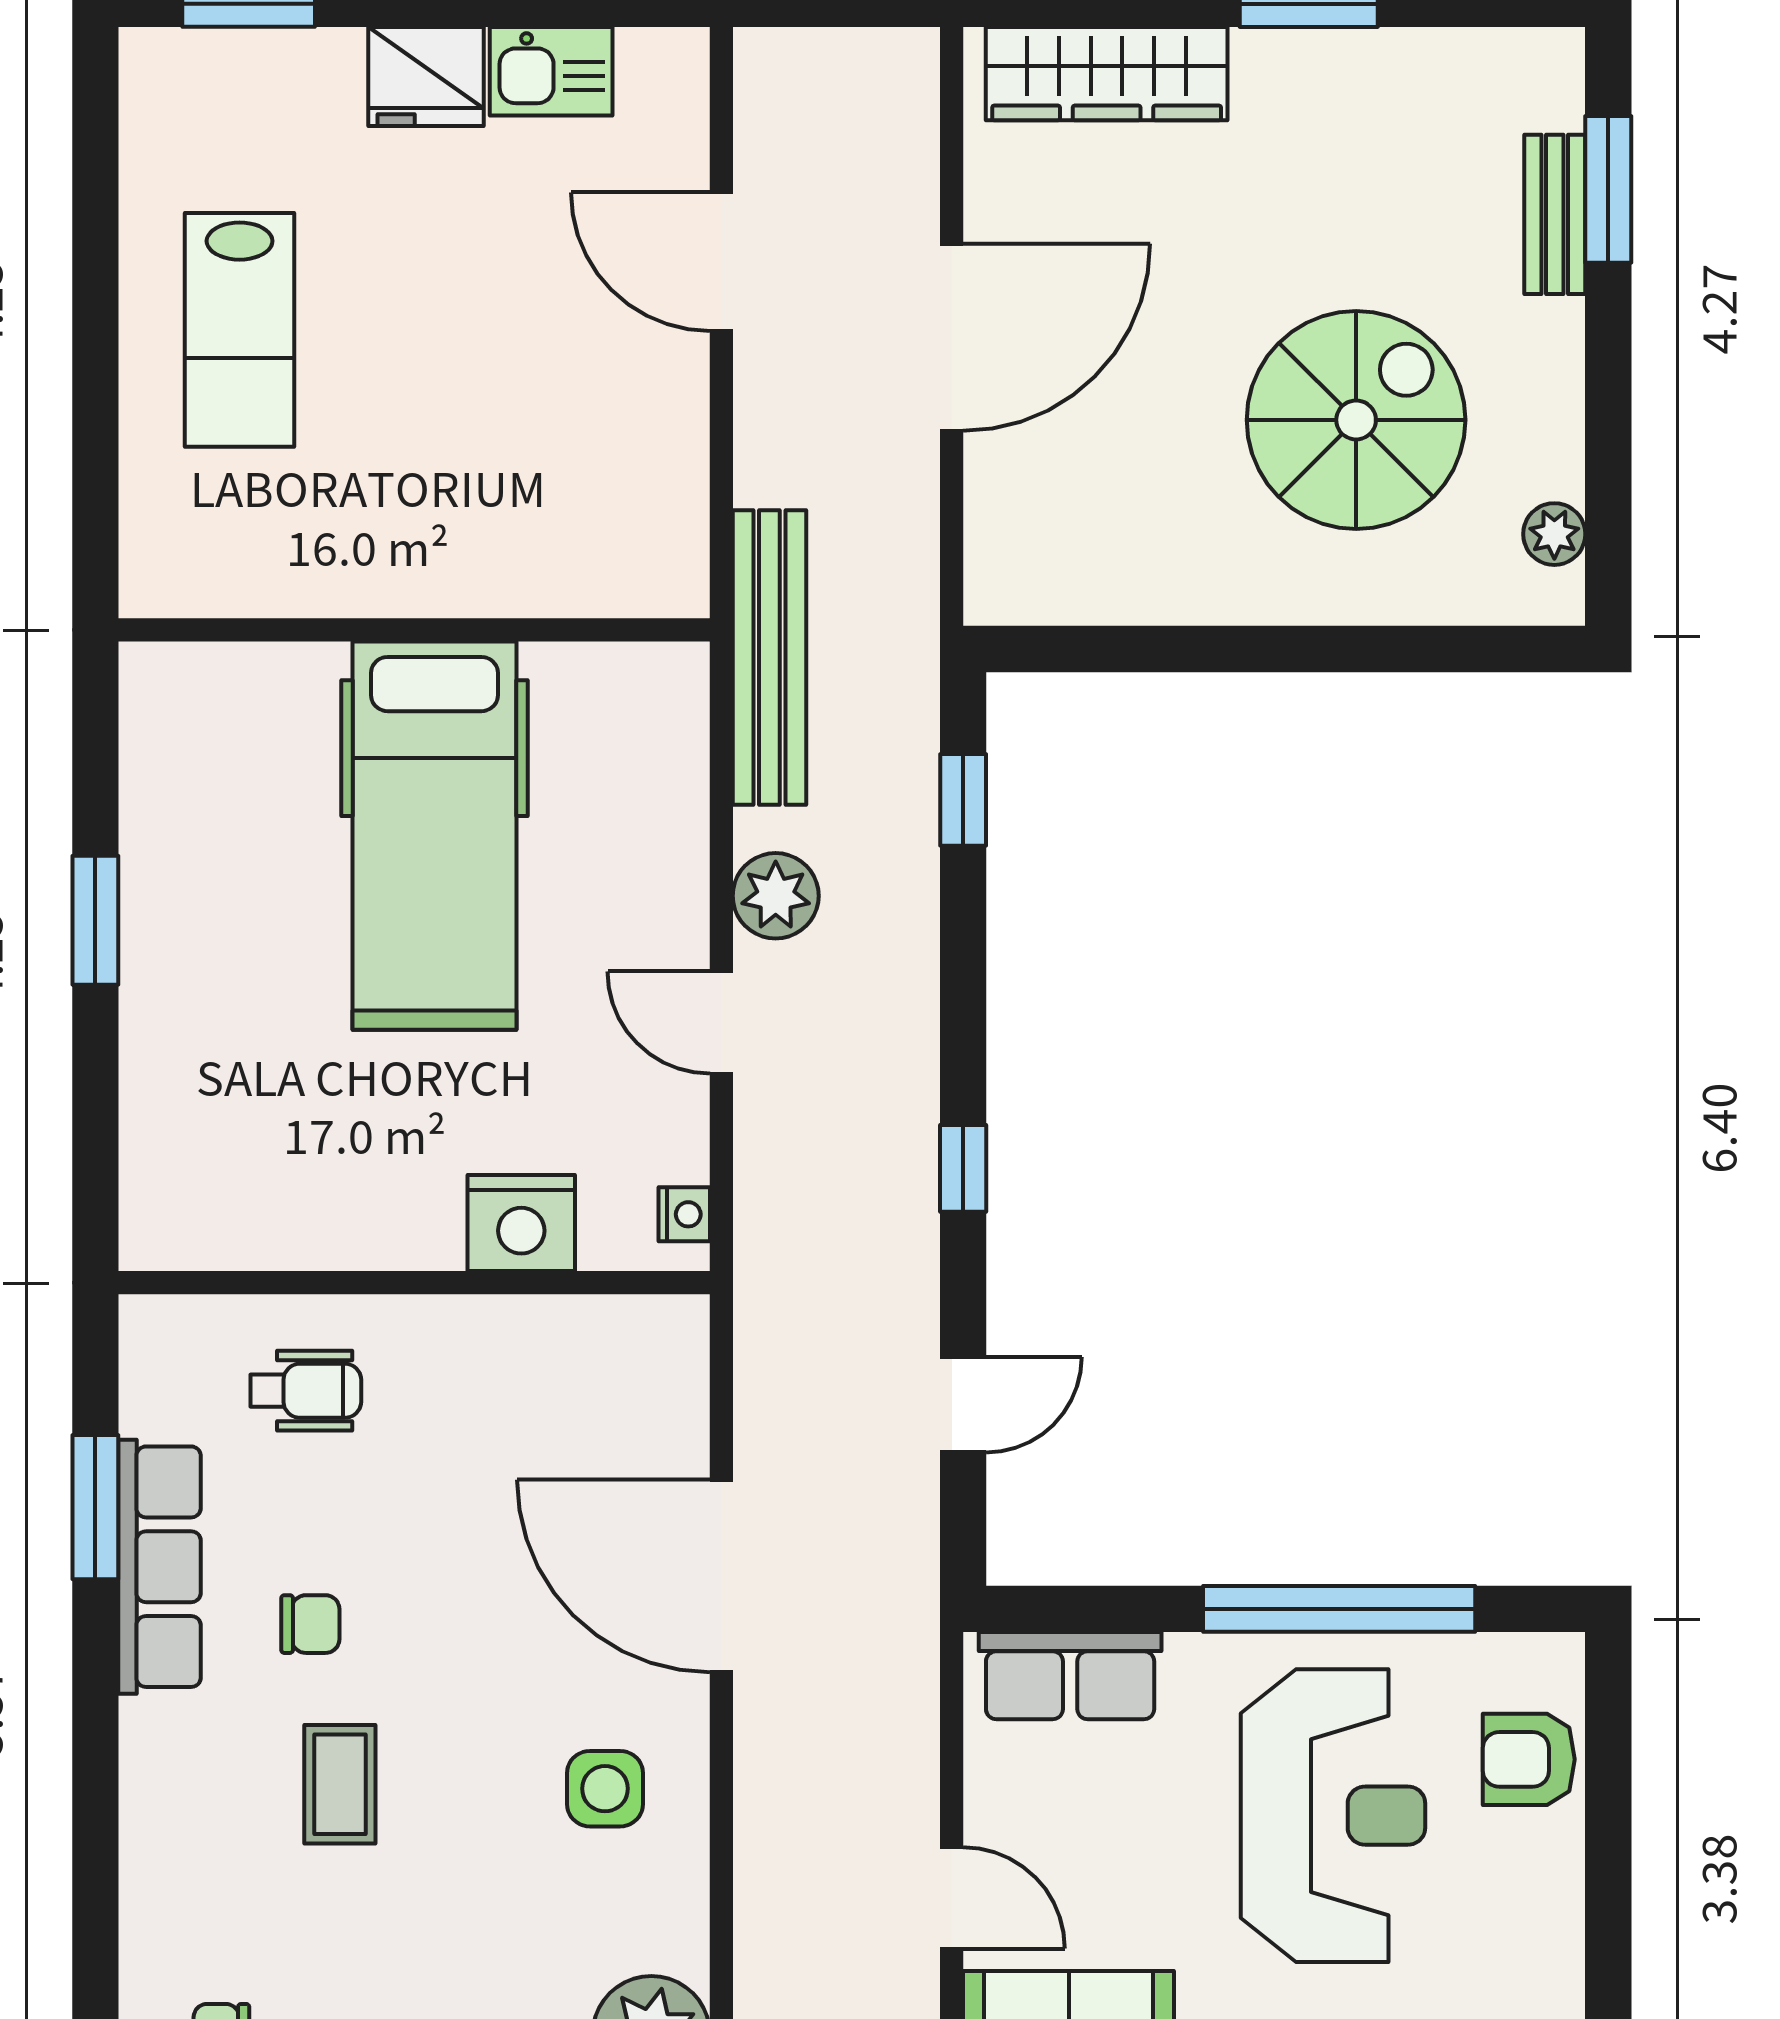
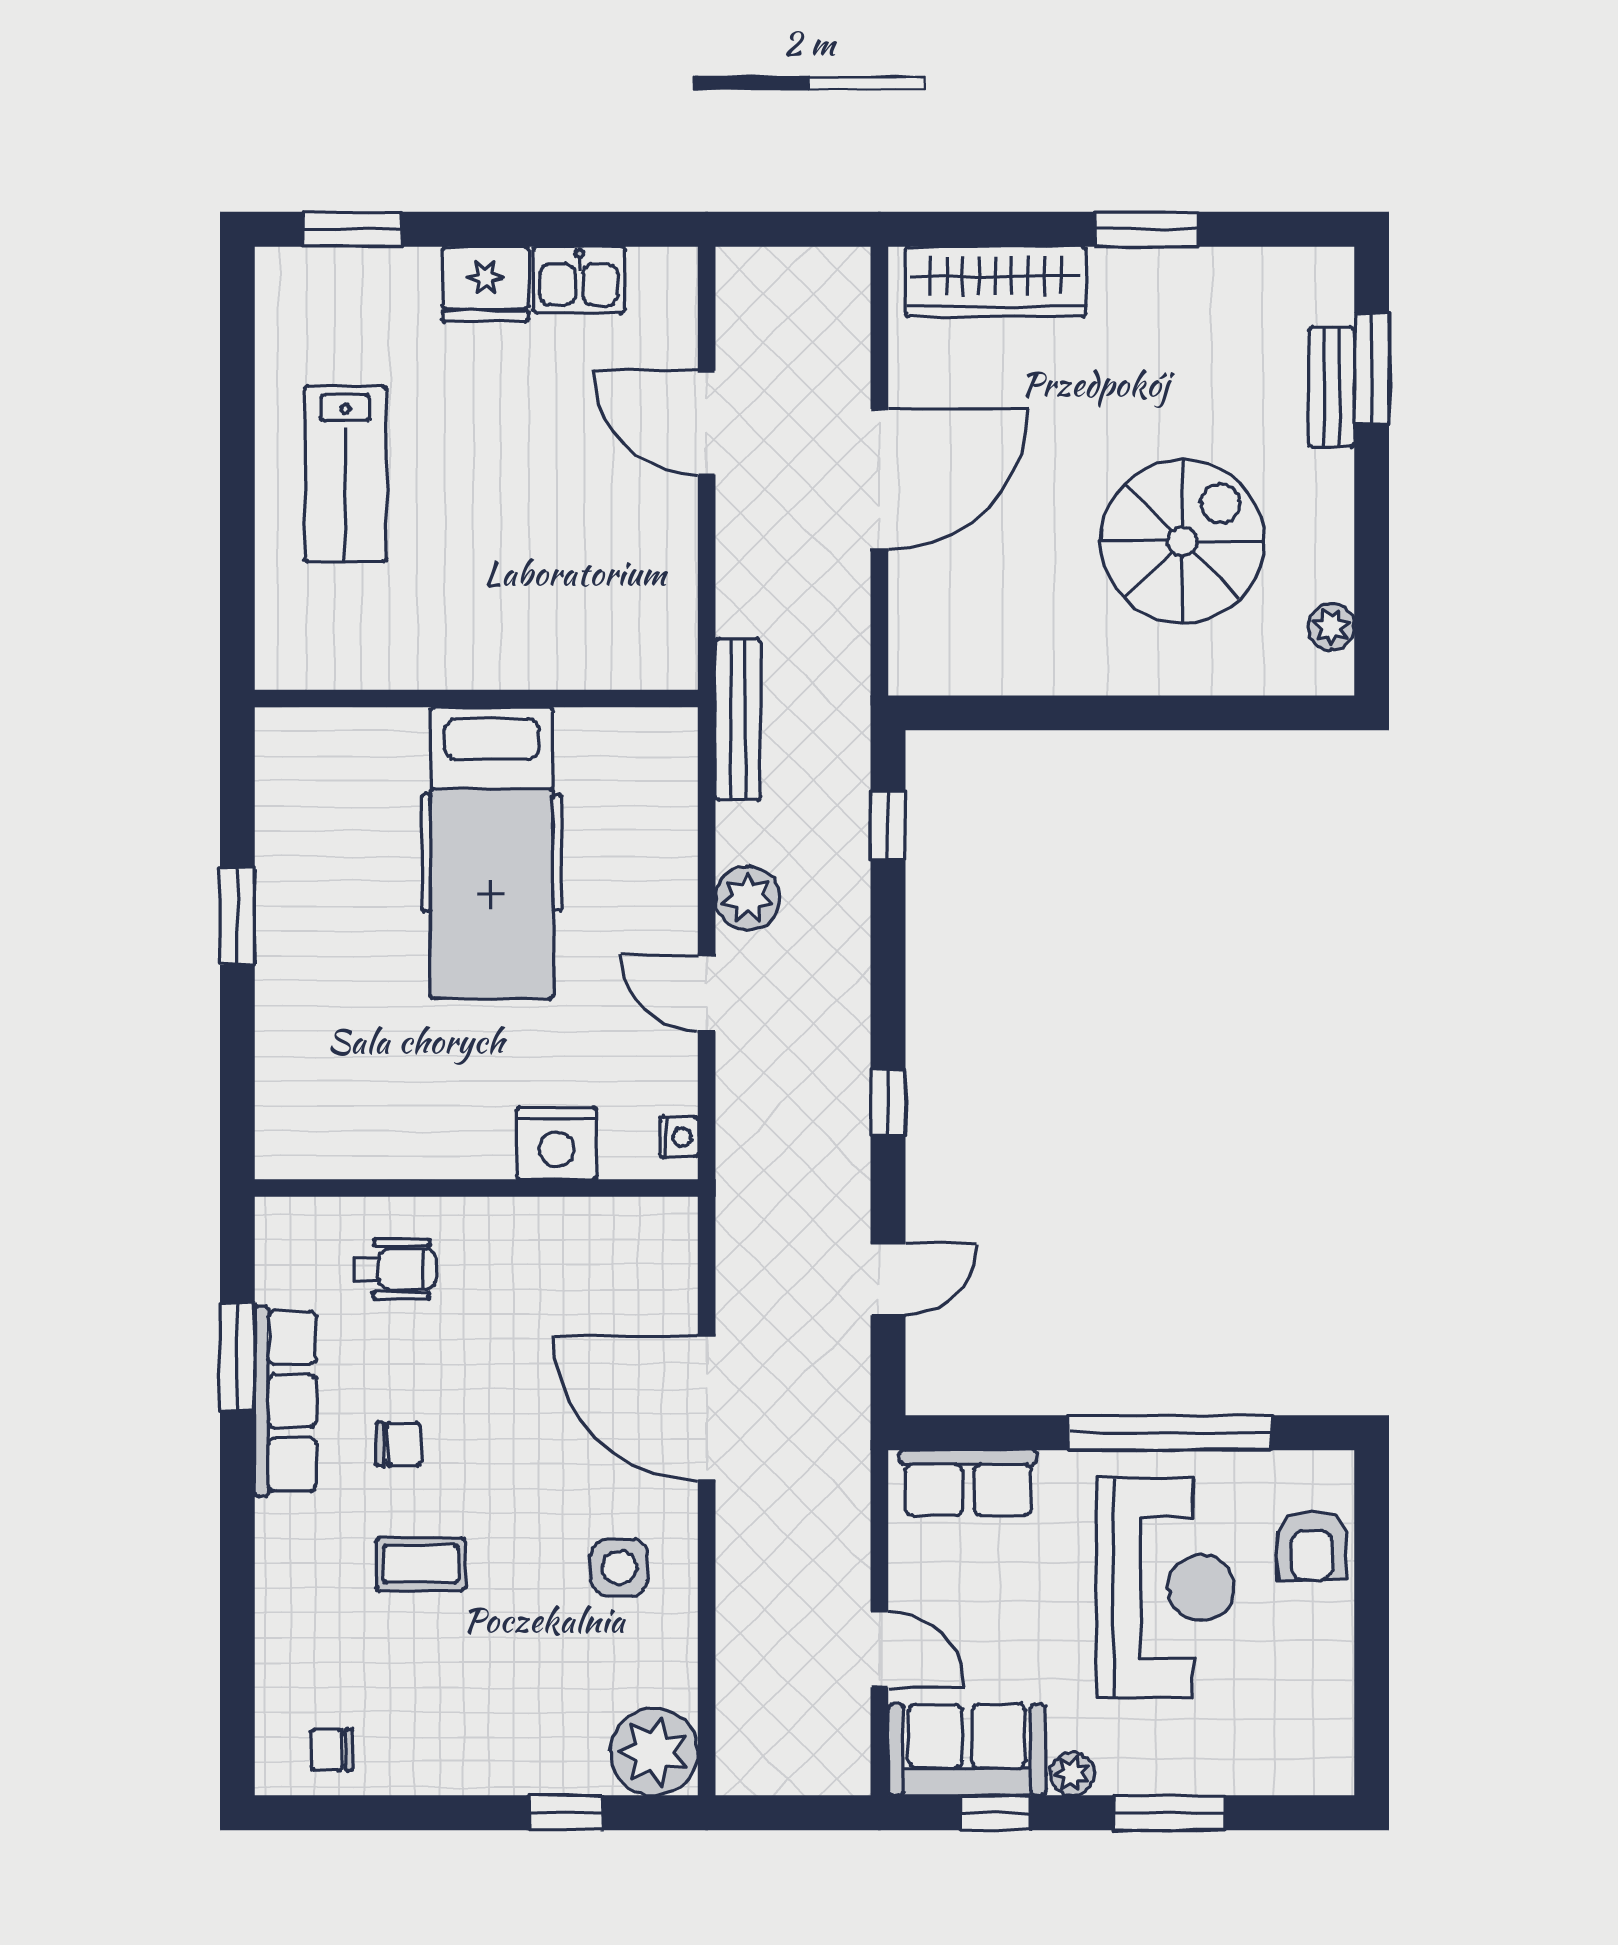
bench: (769, 658) -> (738, 719), width x0.73, depth x0.82
armchair: (1529, 1759) -> (1312, 1546), turned -90
coffee table: (340, 1784) -> (421, 1564), turned 90

